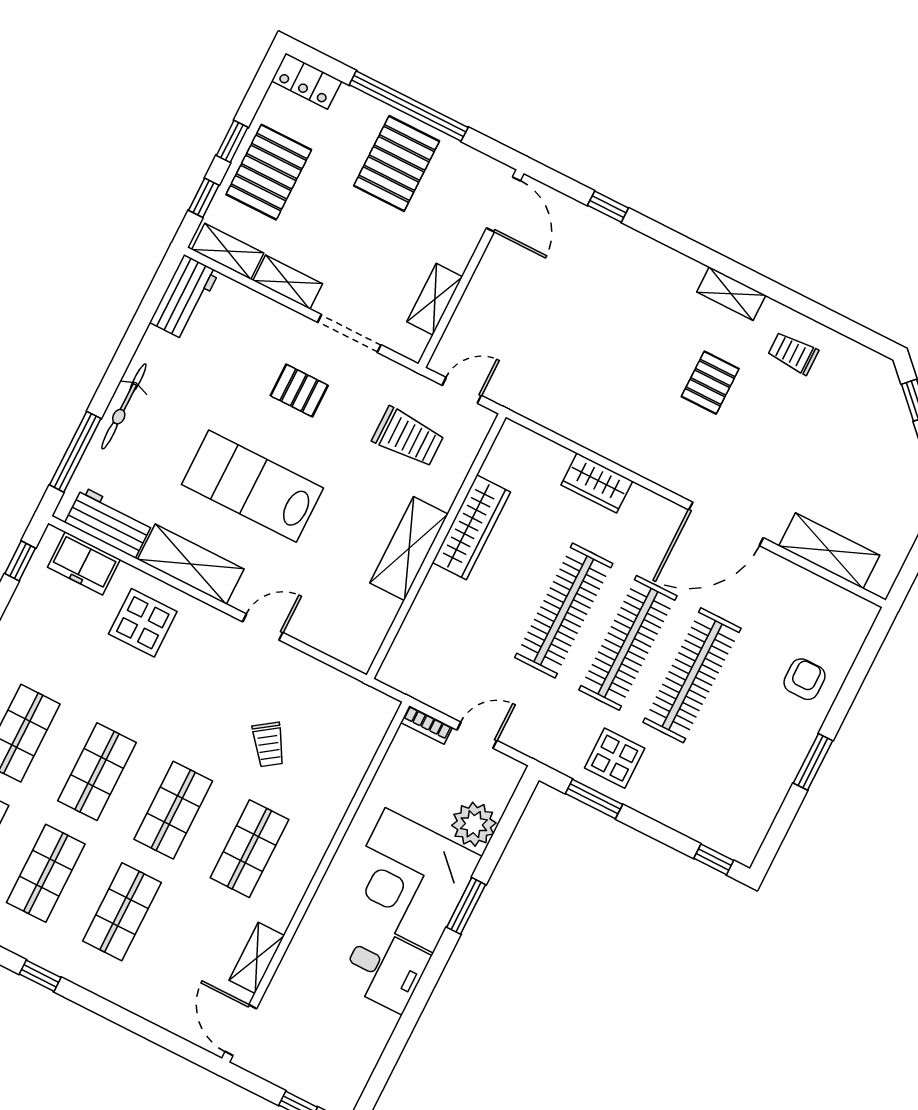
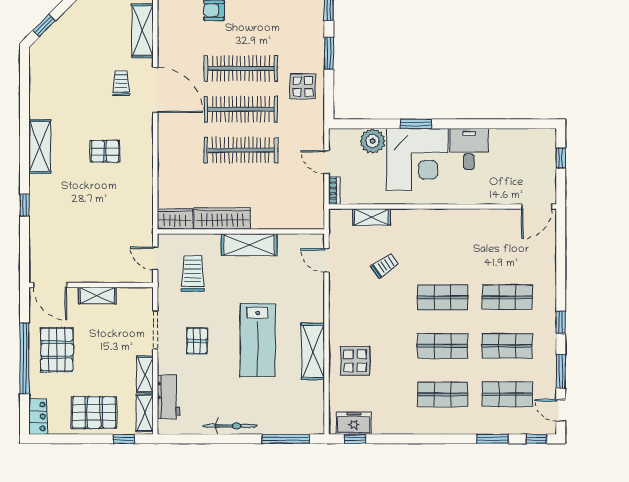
window: (232, 141) -> (88, 439), removed
pallet: (397, 163) -> (57, 350), turned 90
door: (503, 204) -> (50, 285), swing flipped
window: (608, 207) -> (25, 205), moved
shelving: (731, 294) -> (40, 146), width x1.50, depth x1.33
workbench: (184, 297) -> (169, 397), moved, turned 90
shelving: (435, 299) -> (97, 296), moved
trolley: (793, 353) -> (121, 83), moved, turned 180
pallet: (710, 383) -> (105, 151), moved
bicycle: (124, 406) -> (230, 426), moved
wardrobe: (597, 483) -> (175, 219), moved, turned -90
workbench: (109, 522) -> (313, 404), removed
freezer: (84, 563) -> (354, 423), moved, turned -90
door: (263, 627) -> (327, 260), moved
window: (594, 799) -> (329, 53), moved
shop shelf: (249, 849) -> (442, 249), removed
shelving: (257, 958) -> (371, 217), moved

